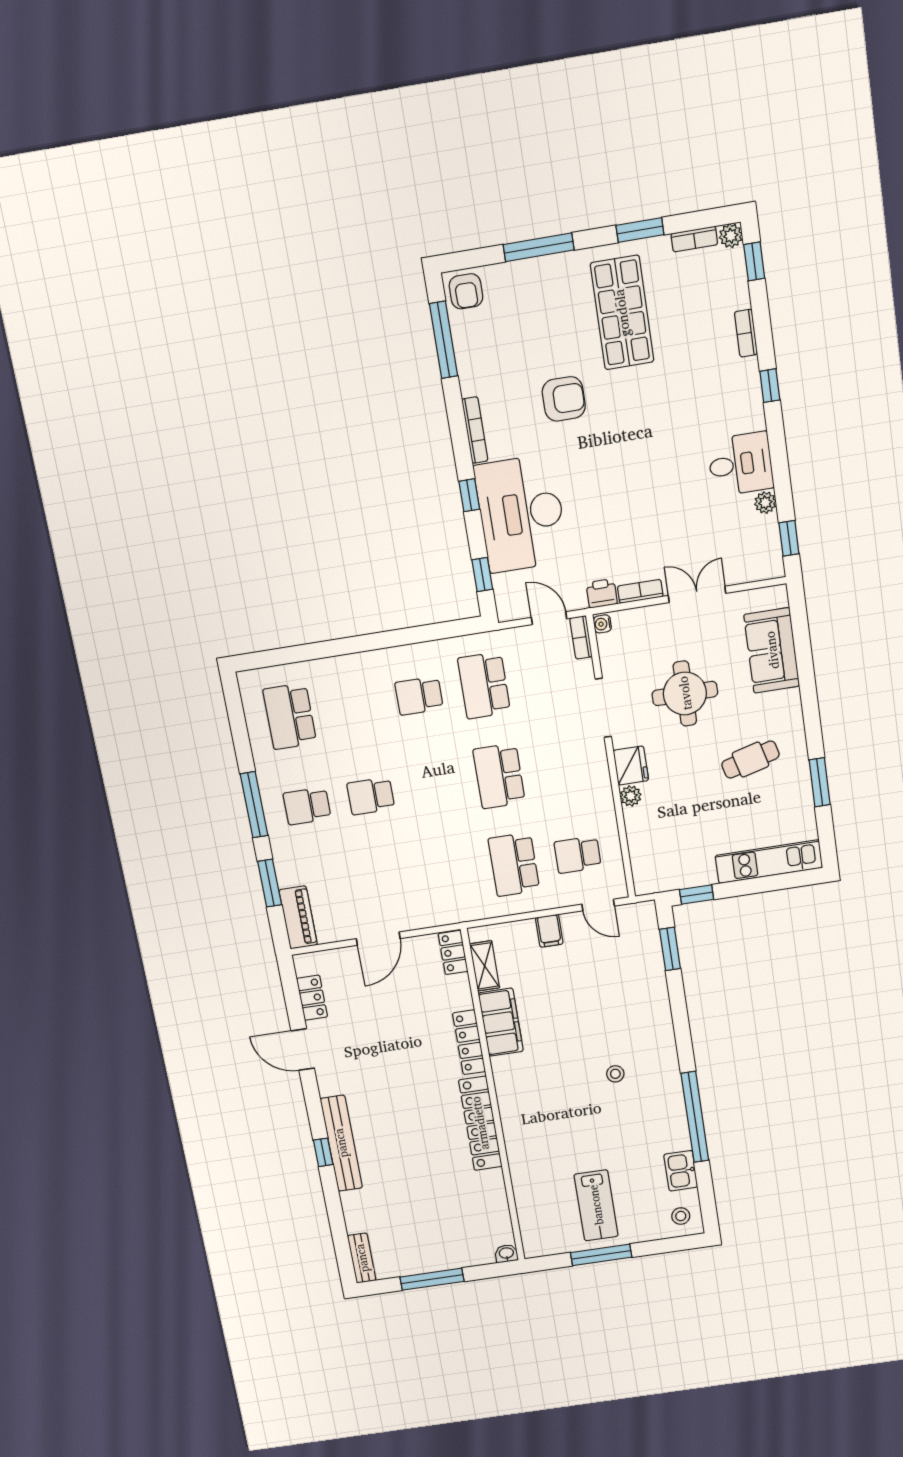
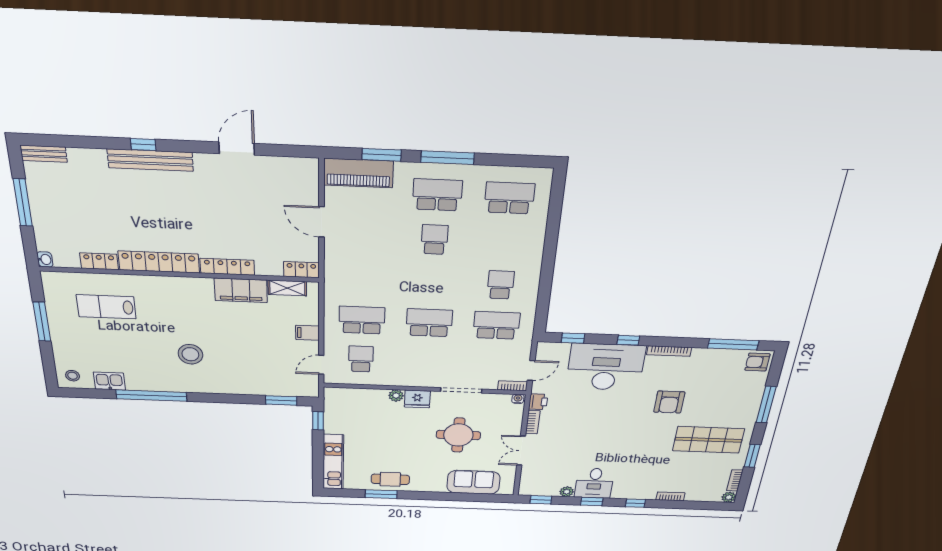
window: (754, 261) -> (592, 502), moved
double door: (697, 594) -> (521, 451), swing flipped
cafe table: (750, 760) -> (390, 479), moved, turned -75
school desk: (307, 806) -> (437, 195), width x1.85
piano: (298, 917) -> (358, 173), width x1.37, depth x1.33
locker: (312, 998) -> (99, 261), moved, turned 180
stool: (615, 1074) -> (190, 354), width x1.89, depth x1.89
lab bench: (596, 1205) -> (106, 307), moved

